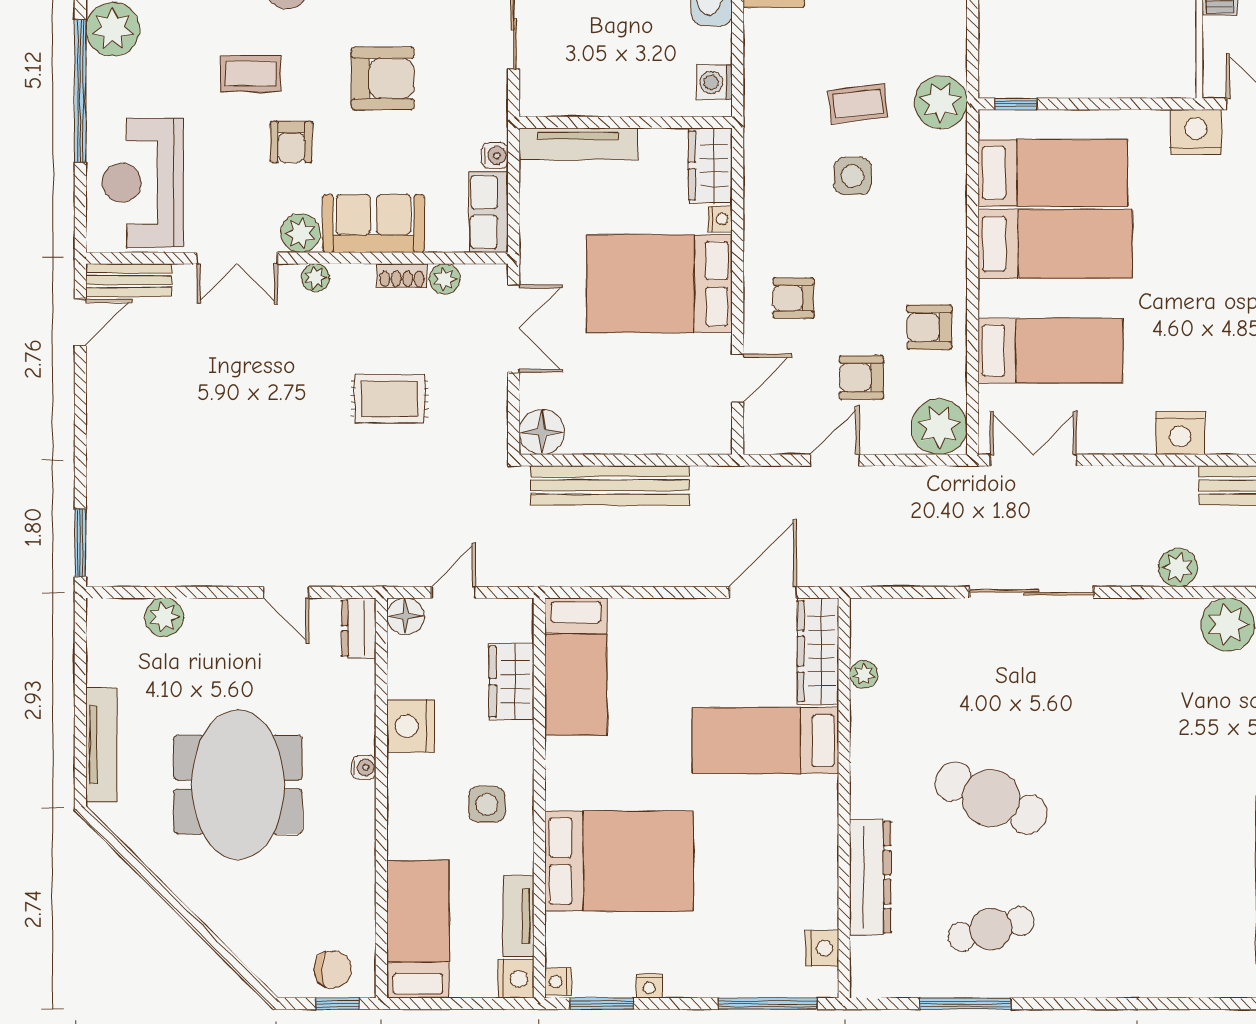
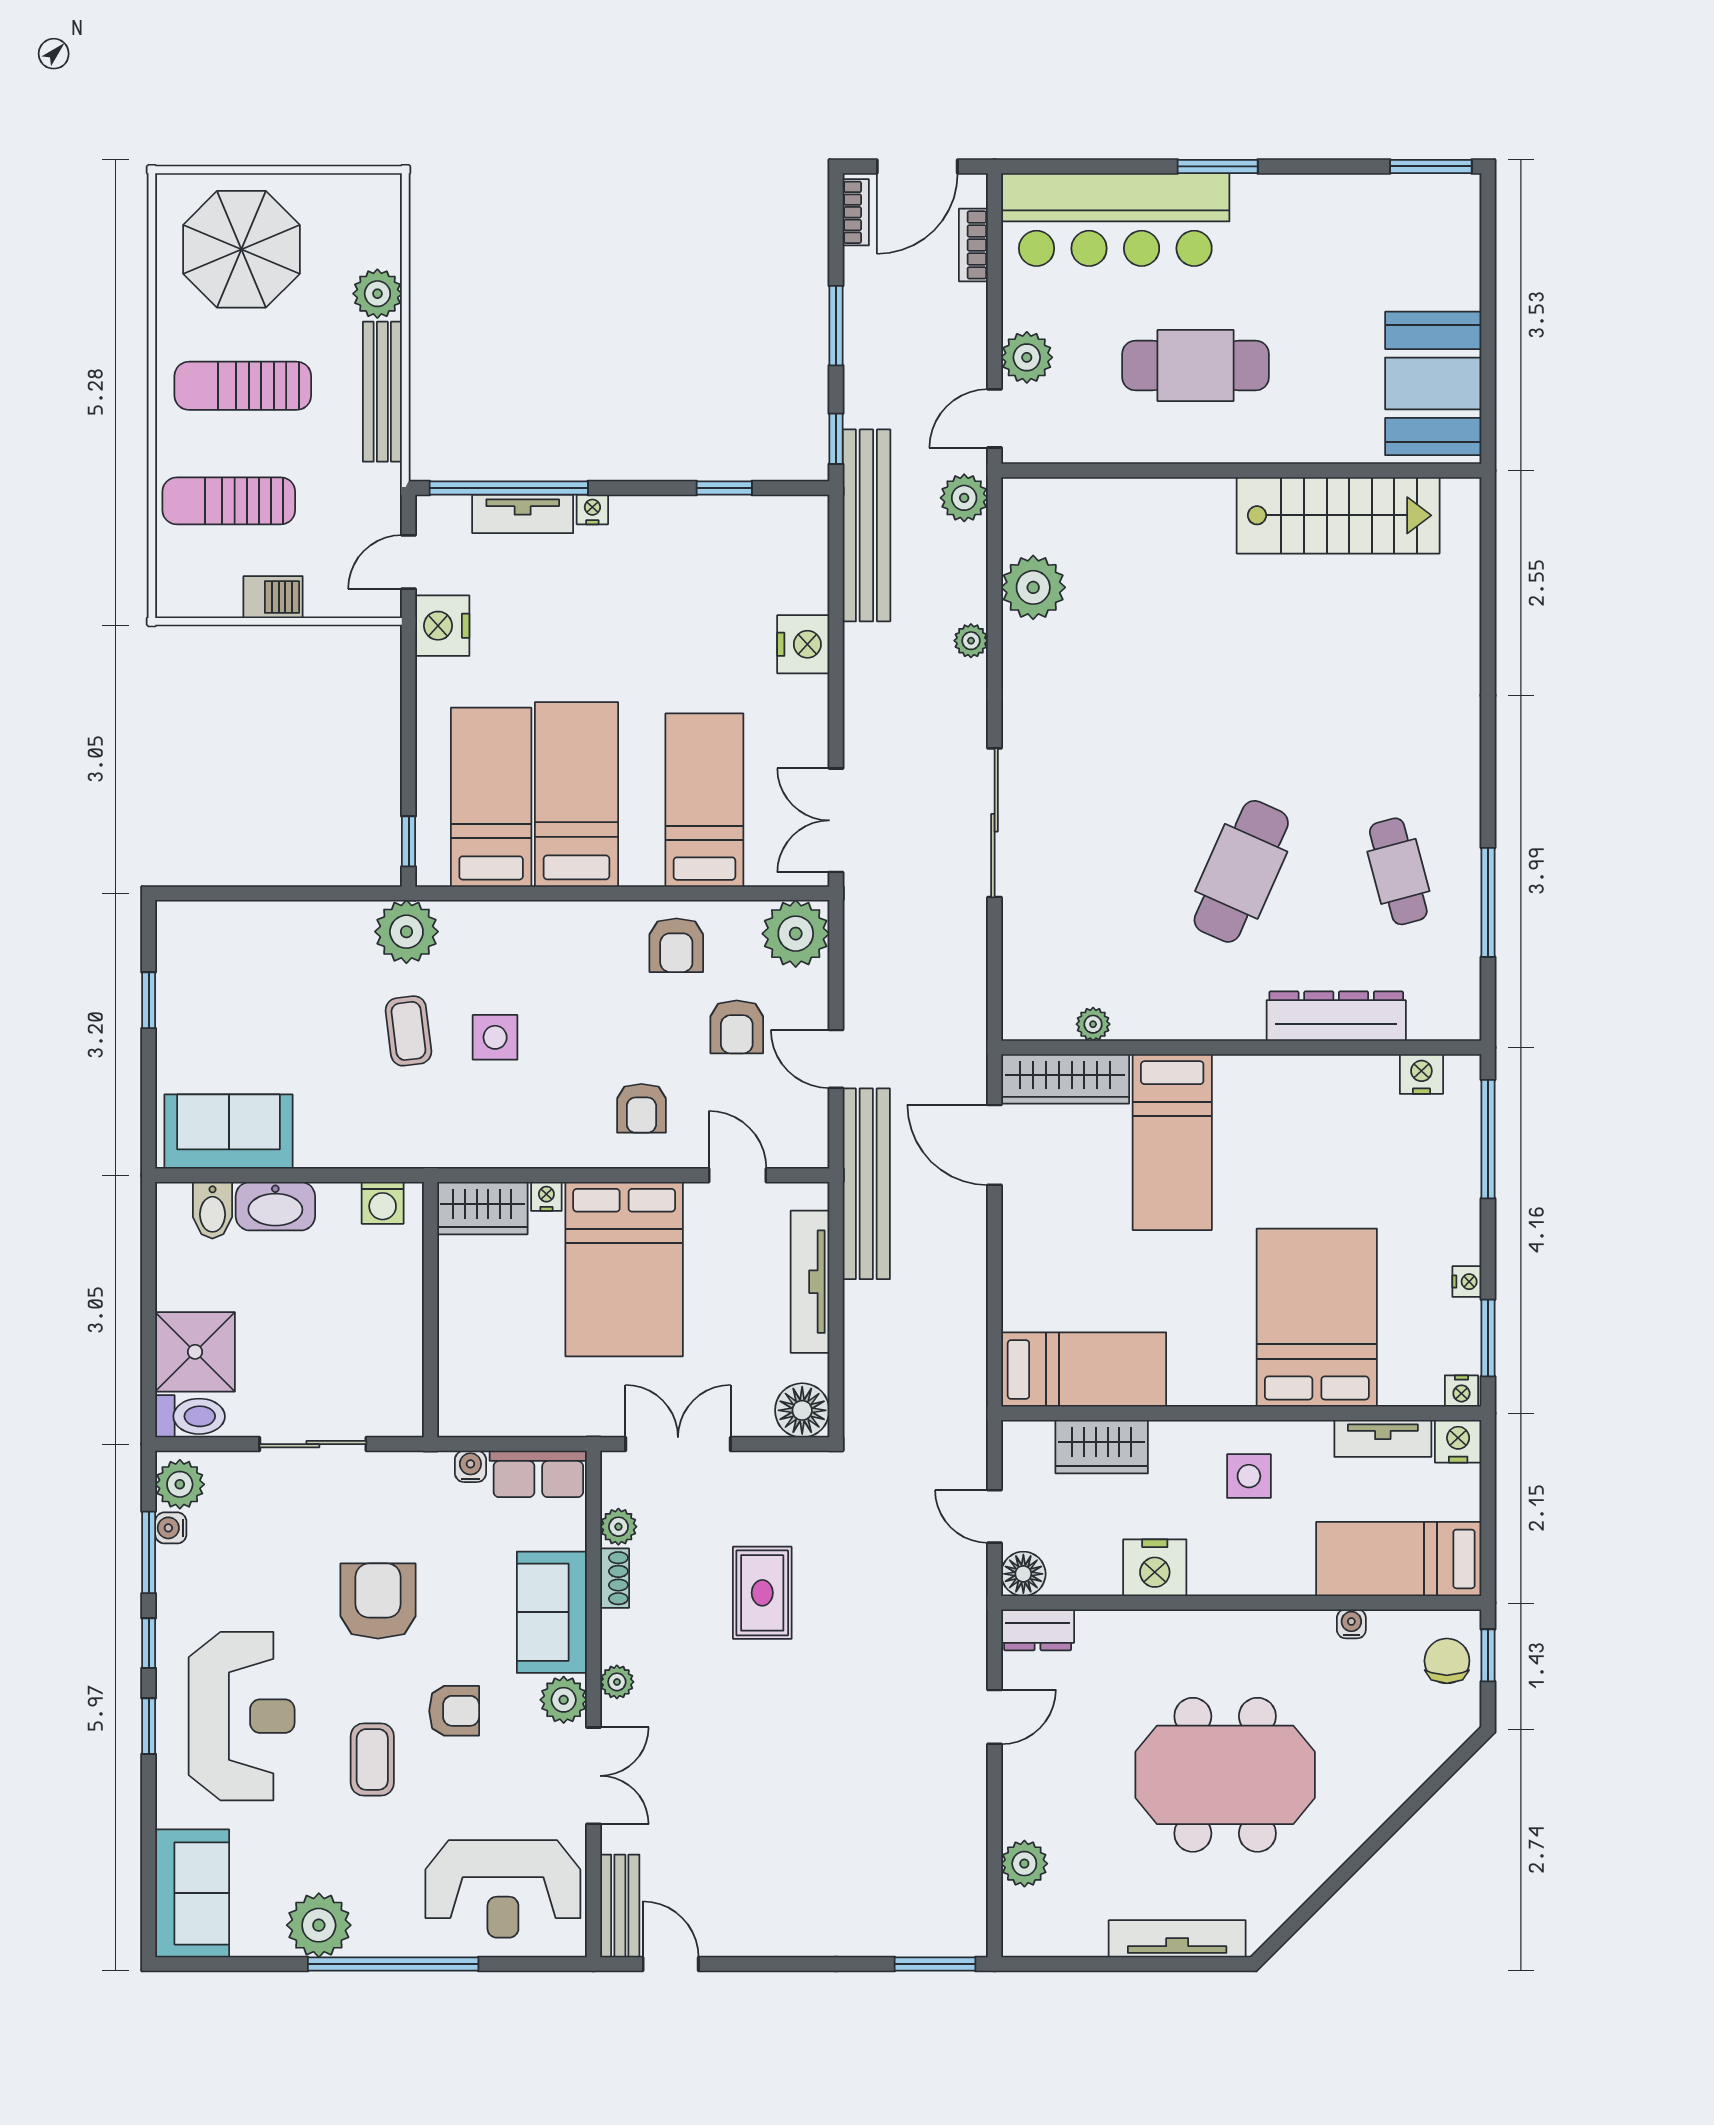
tv unit: (578, 144) -> (810, 1282), moved, turned 180
bench: (610, 485) -> (866, 1184), moved
plant: (1178, 567) -> (971, 641), width x0.73, depth x0.73
water cooler: (364, 767) -> (1351, 1624), moved

